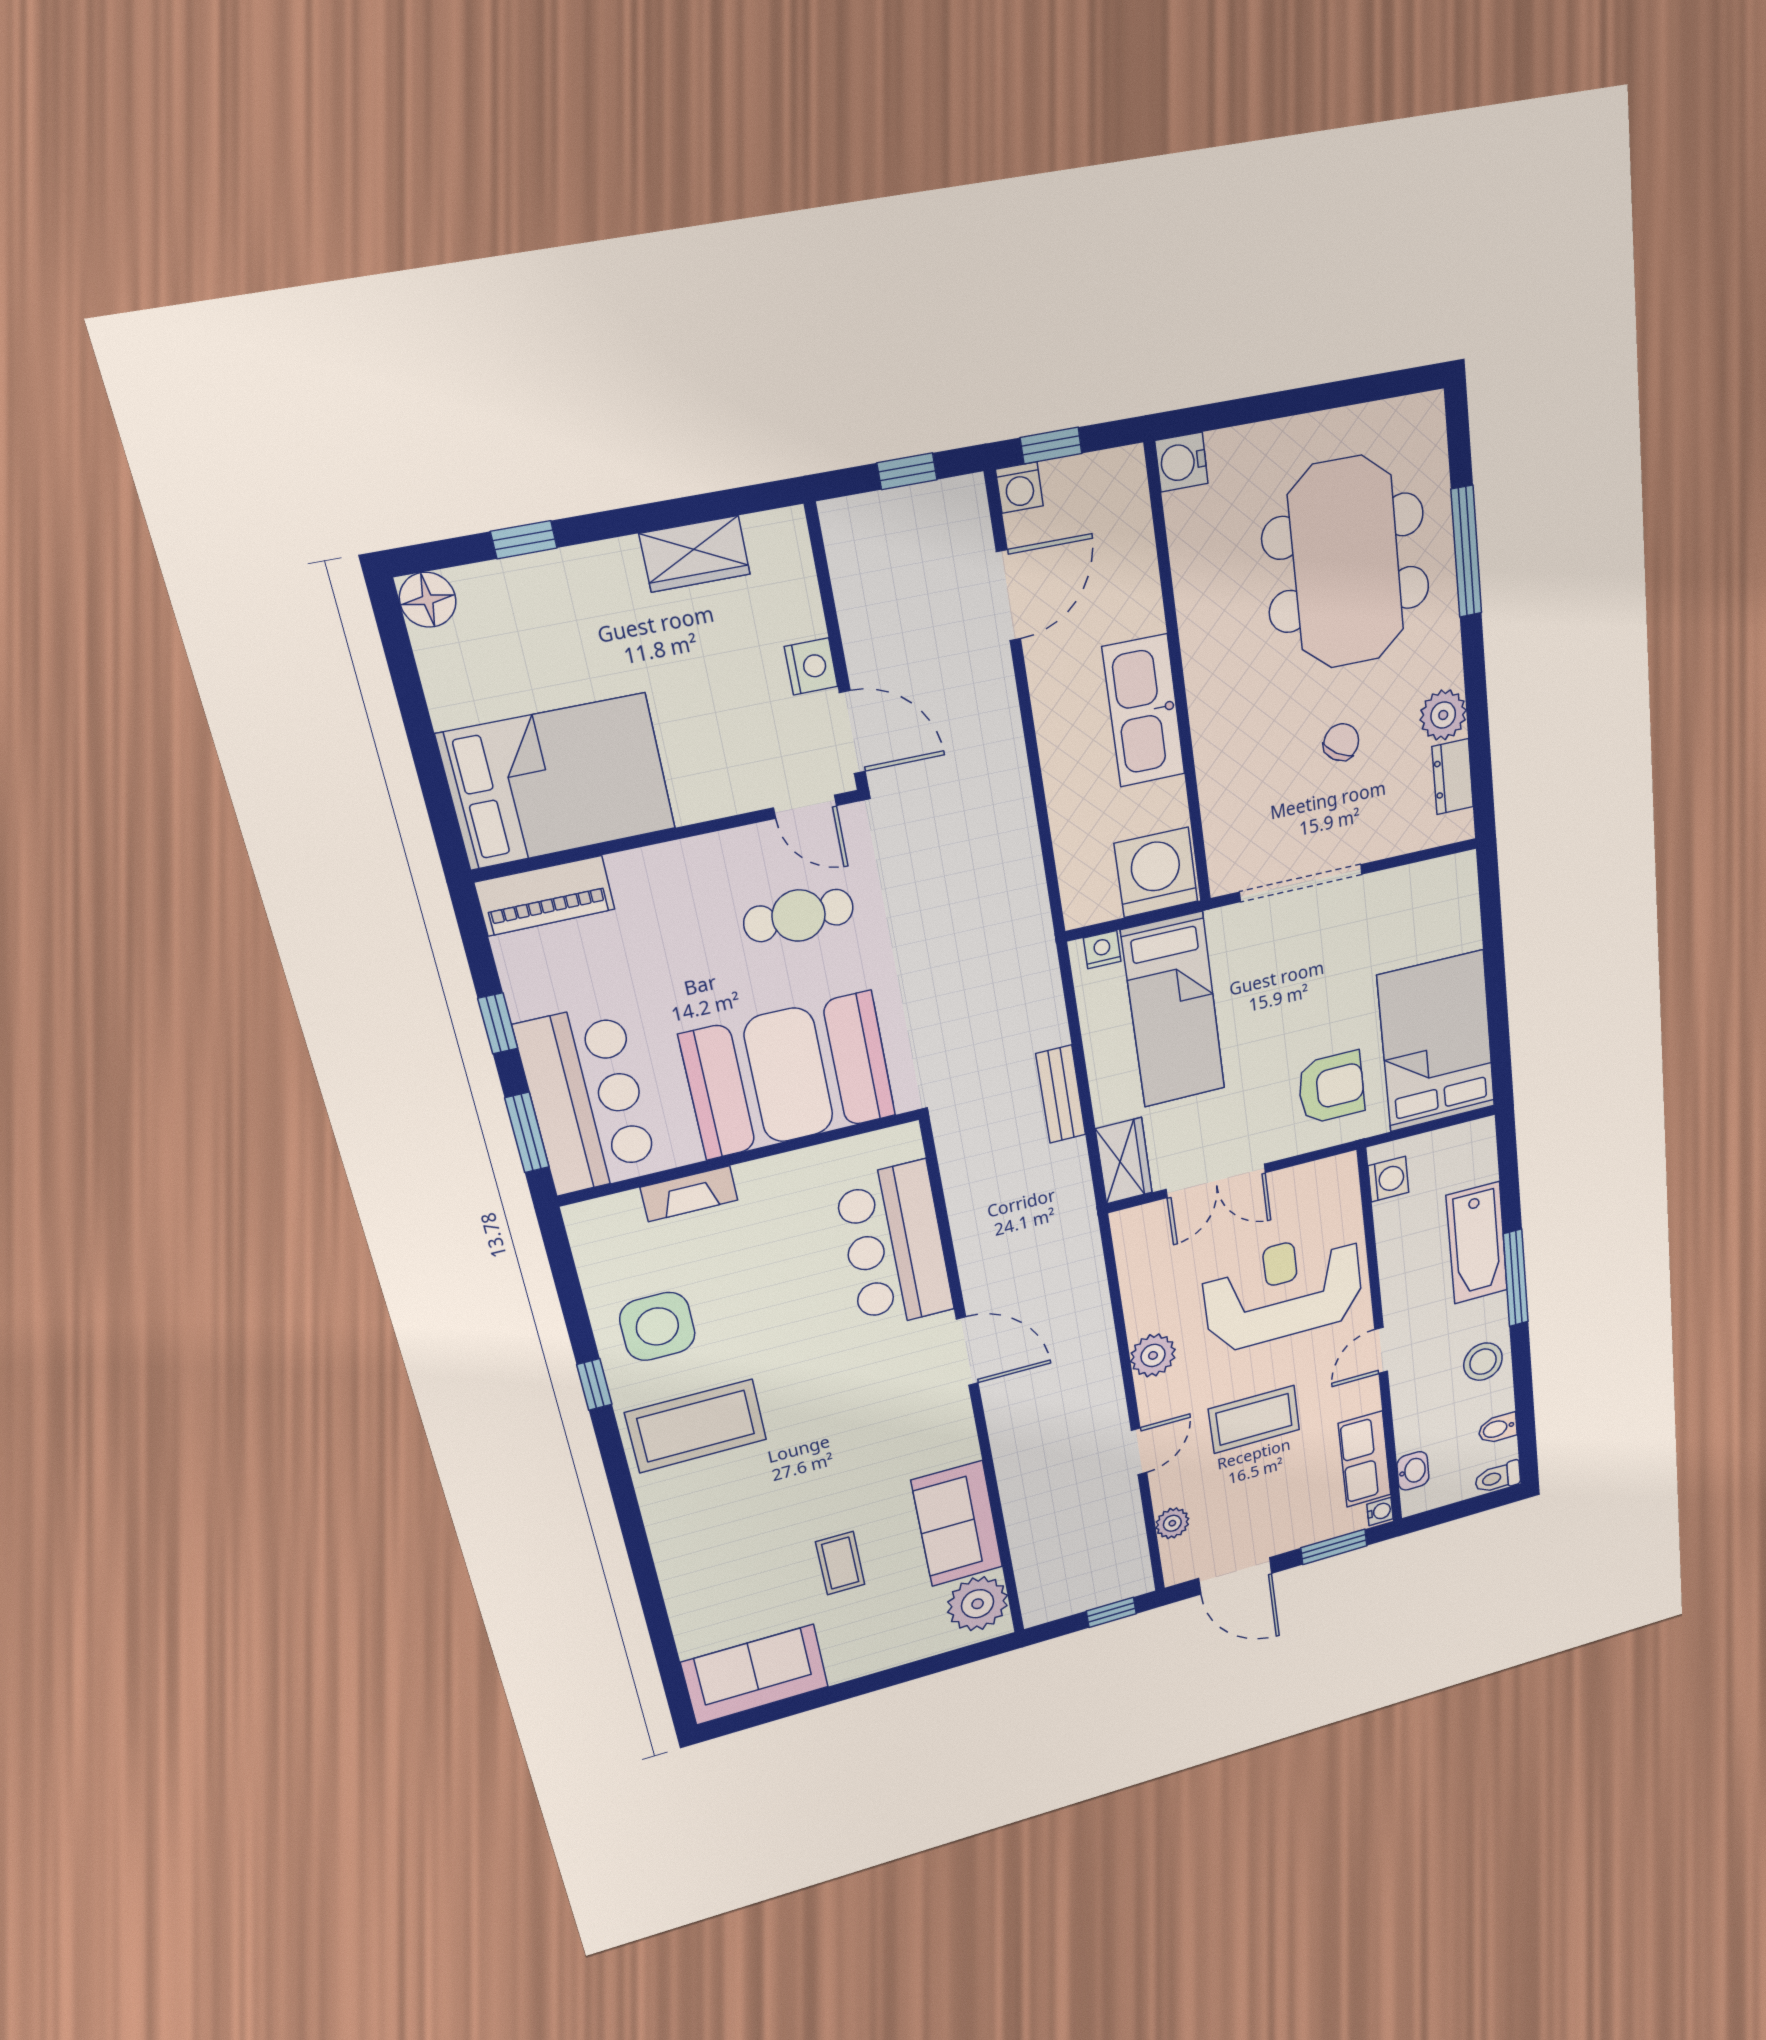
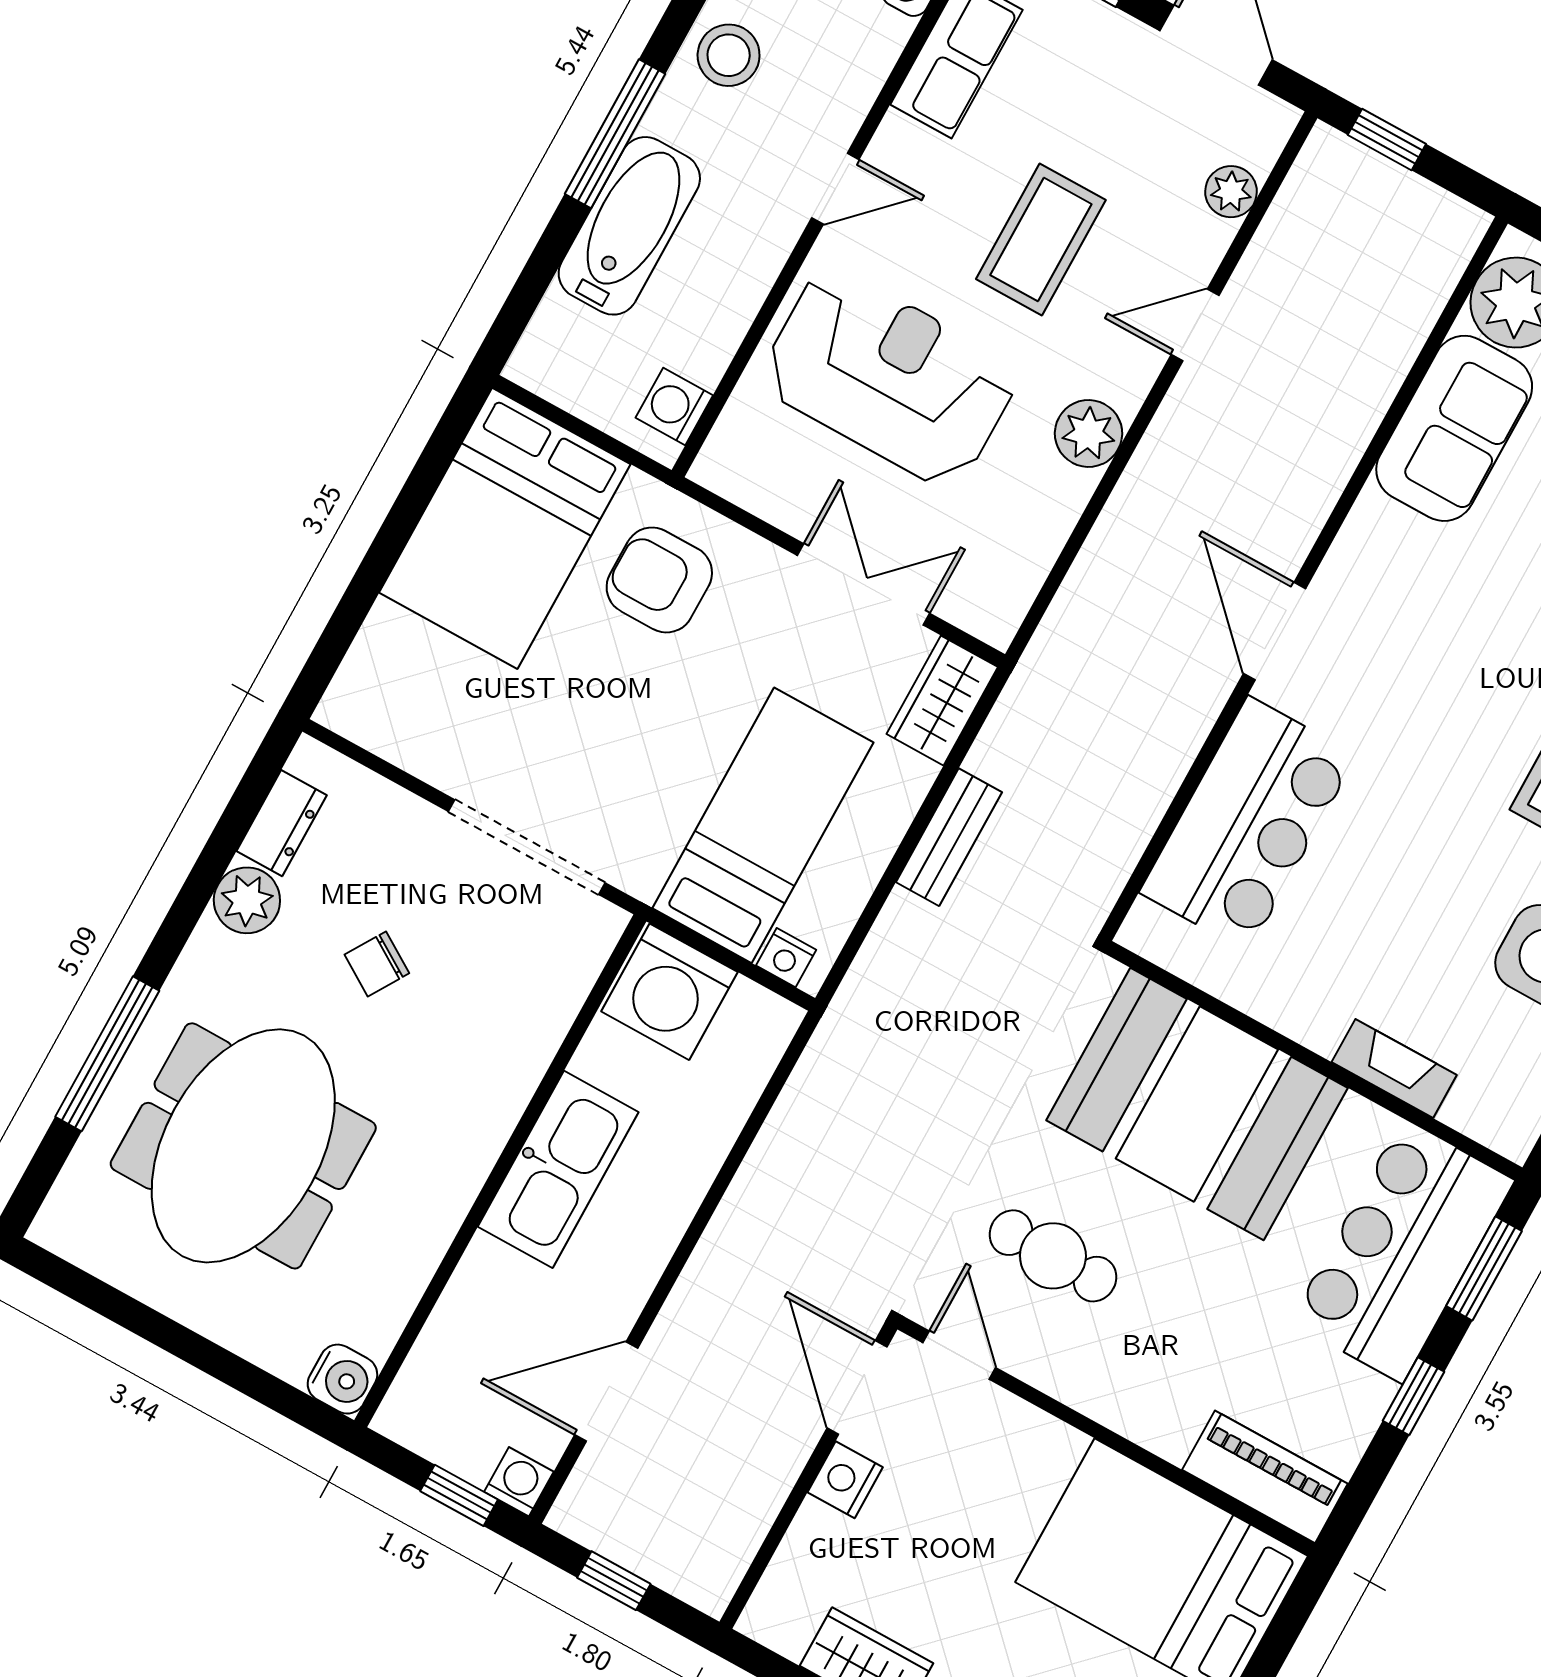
reception desk: (1283, 1291) -> (889, 377), turned 180
coffee table: (1254, 1419) -> (1041, 240), turned 90

